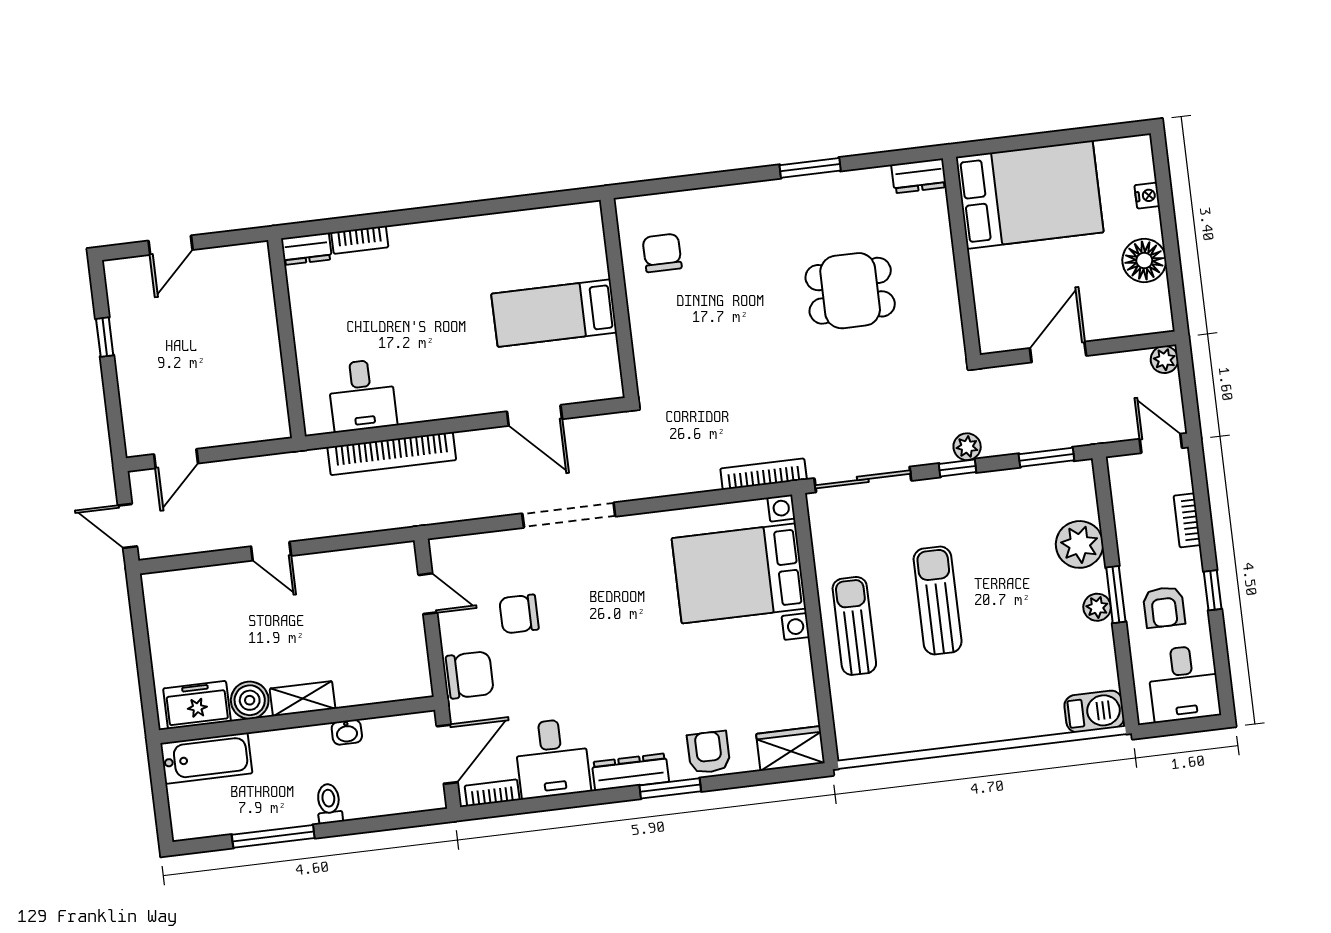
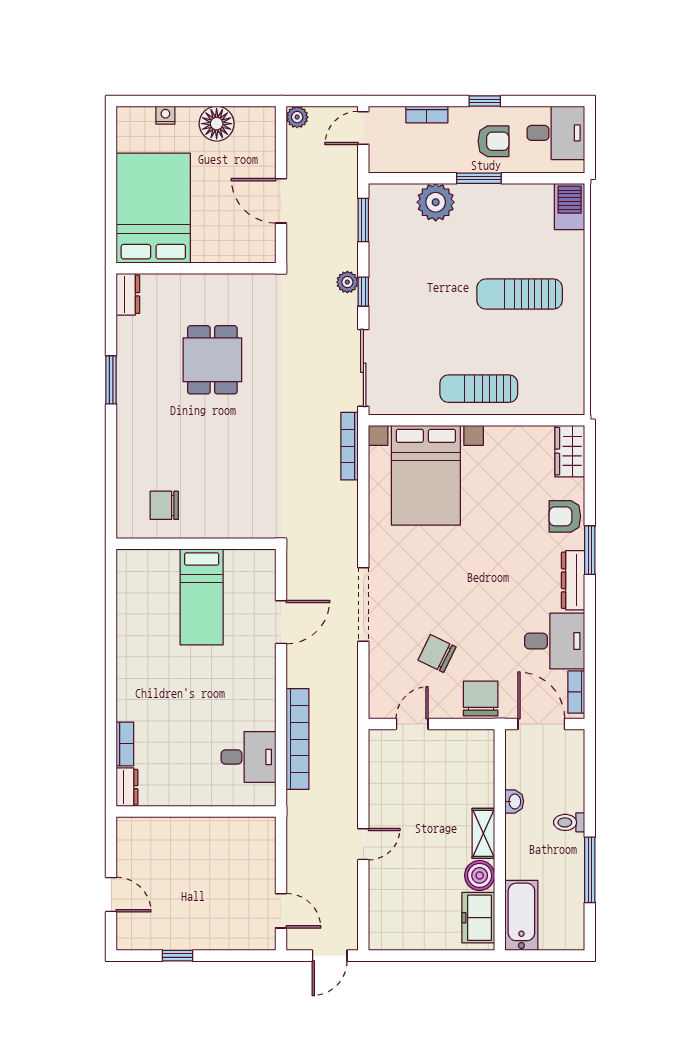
sun lounger: (938, 601) -> (520, 294), moved
plant: (1097, 607) -> (487, 194), removed
chair: (519, 614) -> (437, 654), turned 116

